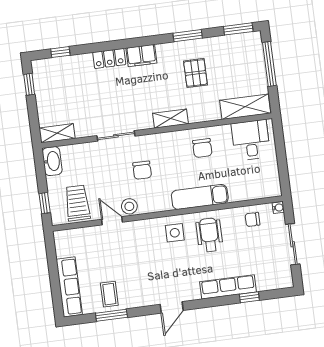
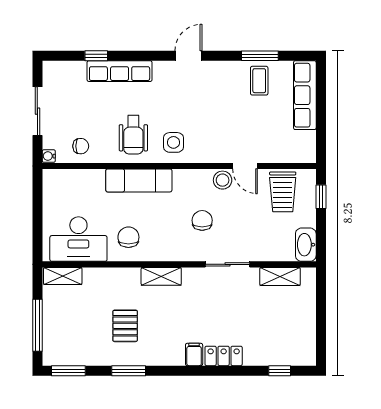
filing cabinet: (141, 55) -> (194, 354), width x0.50
window: (29, 84) -> (321, 338), removed
shelving: (245, 107) -> (63, 276), width x0.67, depth x0.75
shelving: (57, 133) -> (280, 276), moved
desk: (251, 140) -> (78, 239), width x1.37

